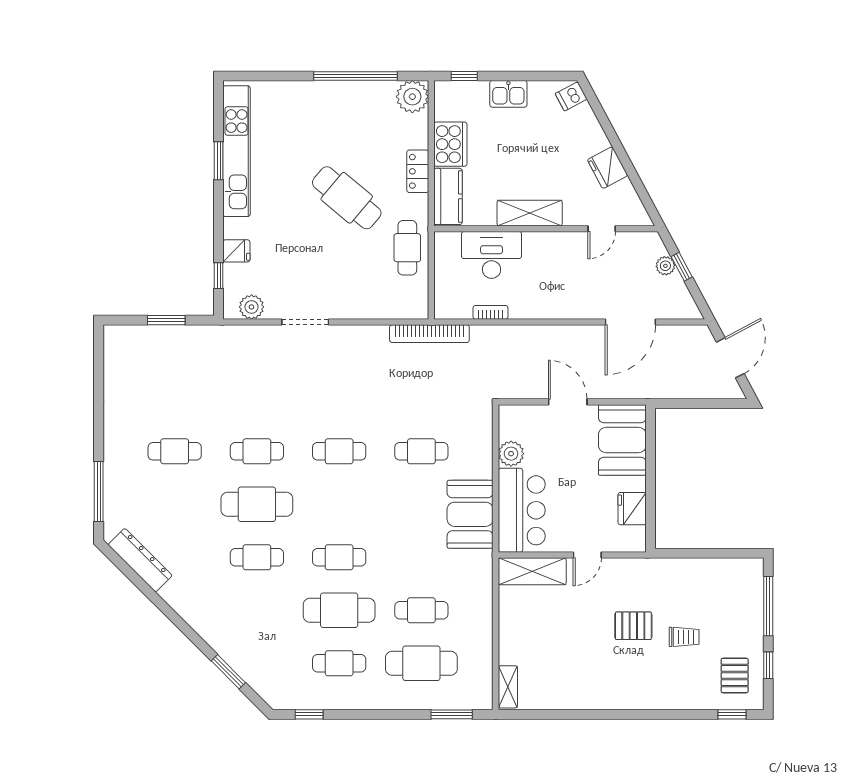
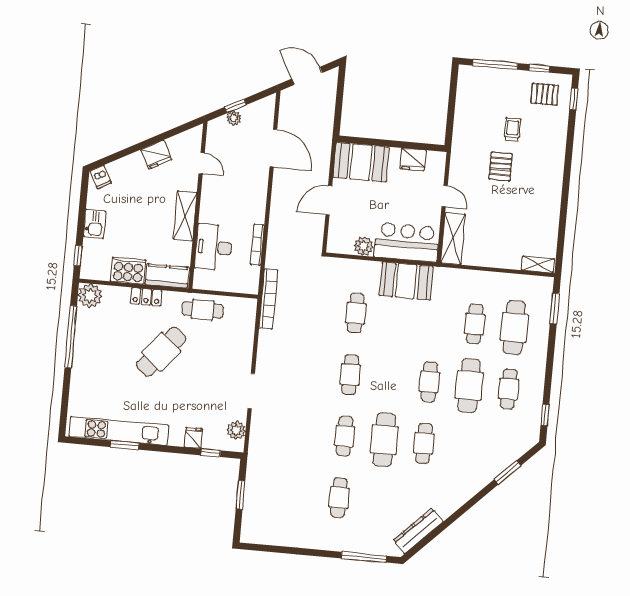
bookcase: (490, 312) -> (257, 245), width x1.56

